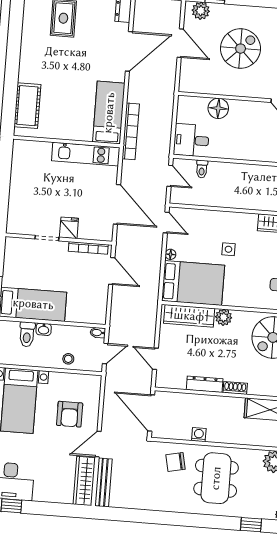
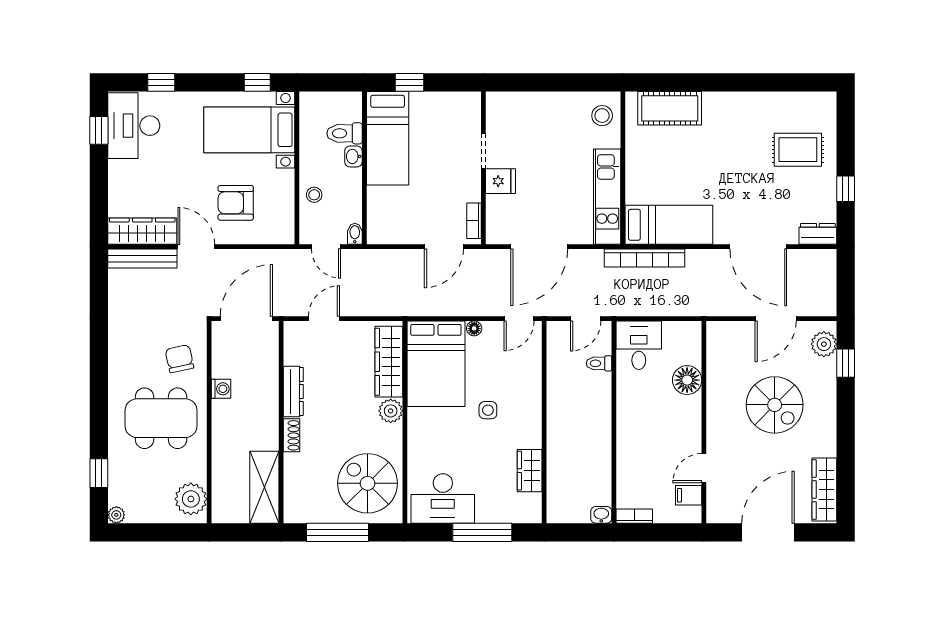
stool: (29, 153) -> (602, 116), added
bookcase: (88, 248) -> (474, 221), width x0.64

